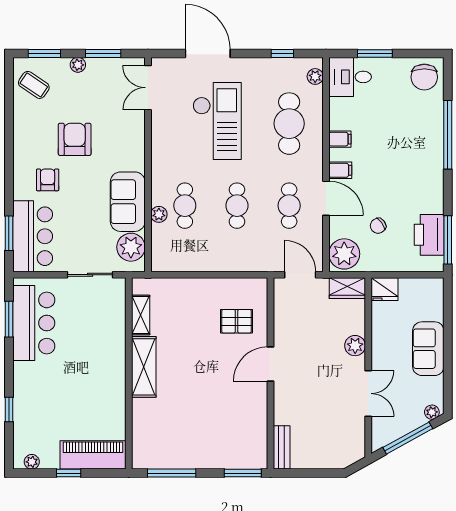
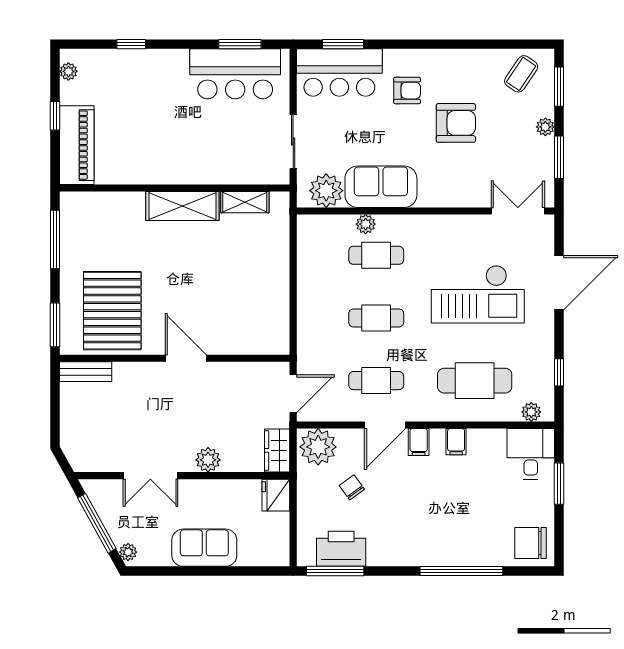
pallet: (237, 321) -> (112, 311), moved, width x2.05, depth x2.00

